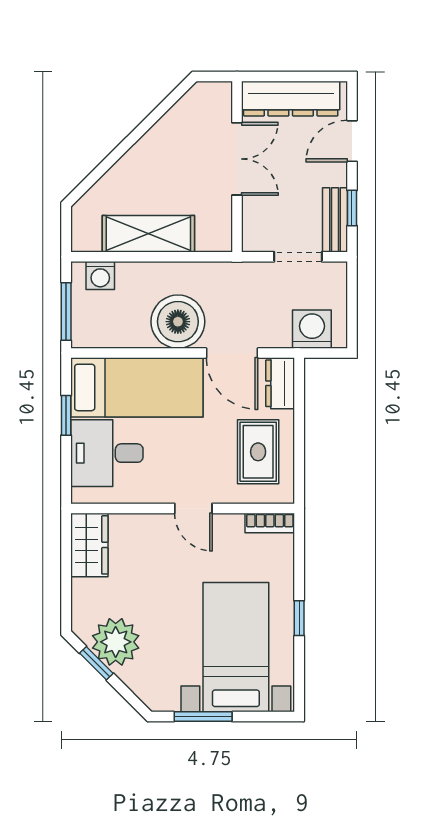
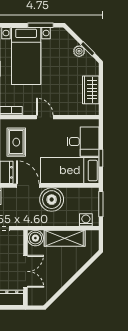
double door: (237, 159) -> (26, 271), swing flipped
boiler: (215, 234) -> (35, 238), added
wardrobe: (89, 545) -> (91, 90), moved
plant: (116, 642) -> (79, 51), width x0.53, depth x0.53

